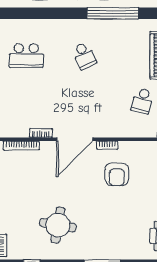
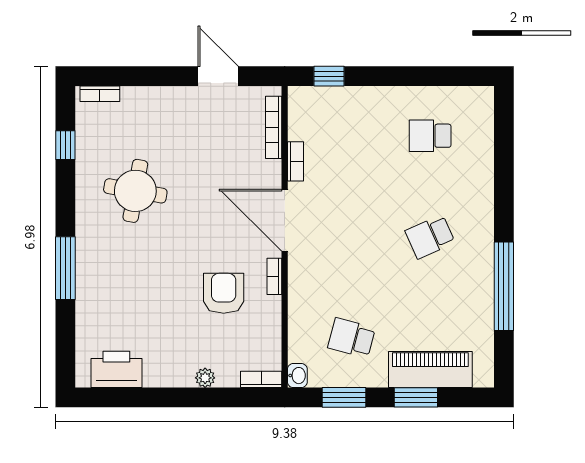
school desk: (26, 56) -> (430, 136), width x0.54
armchair: (117, 174) -> (224, 293), turned 90

